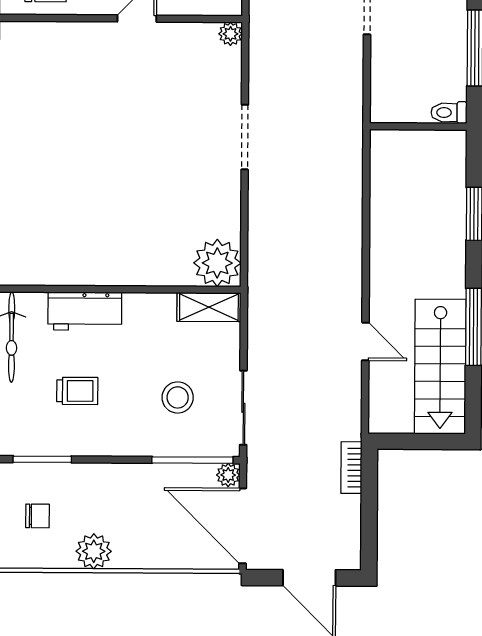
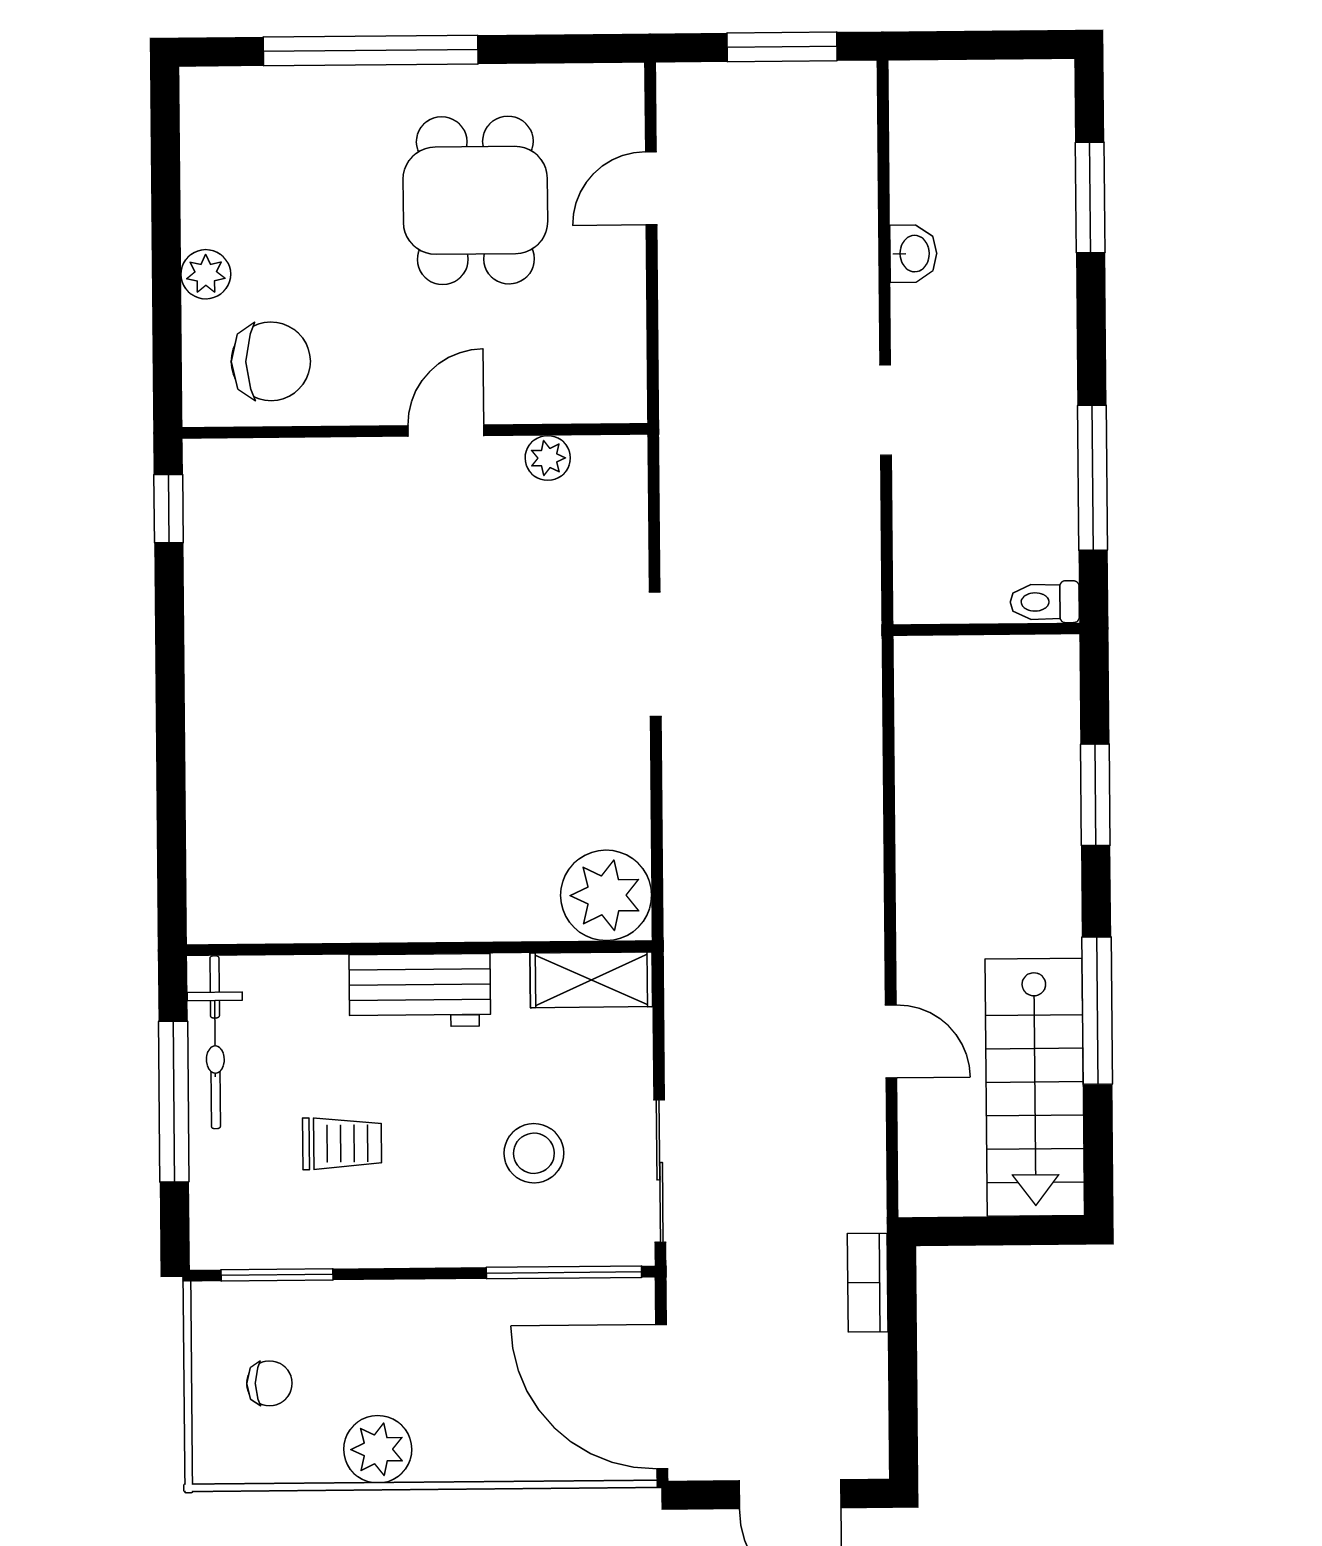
plant: (230, 34) -> (548, 458), moved
workbench: (85, 311) -> (420, 990), moved
plant: (228, 475) -> (633, 1300), removed

